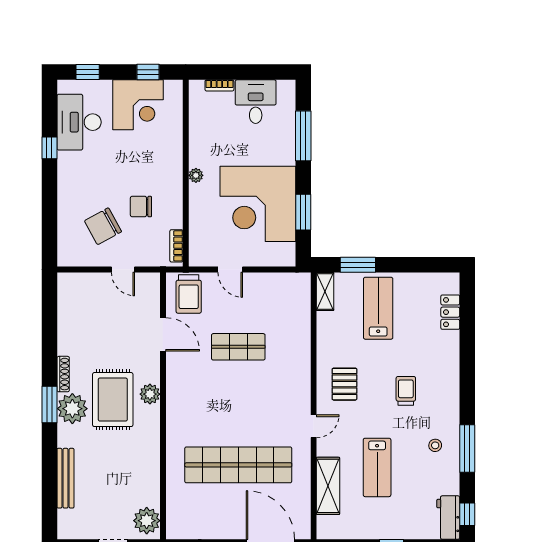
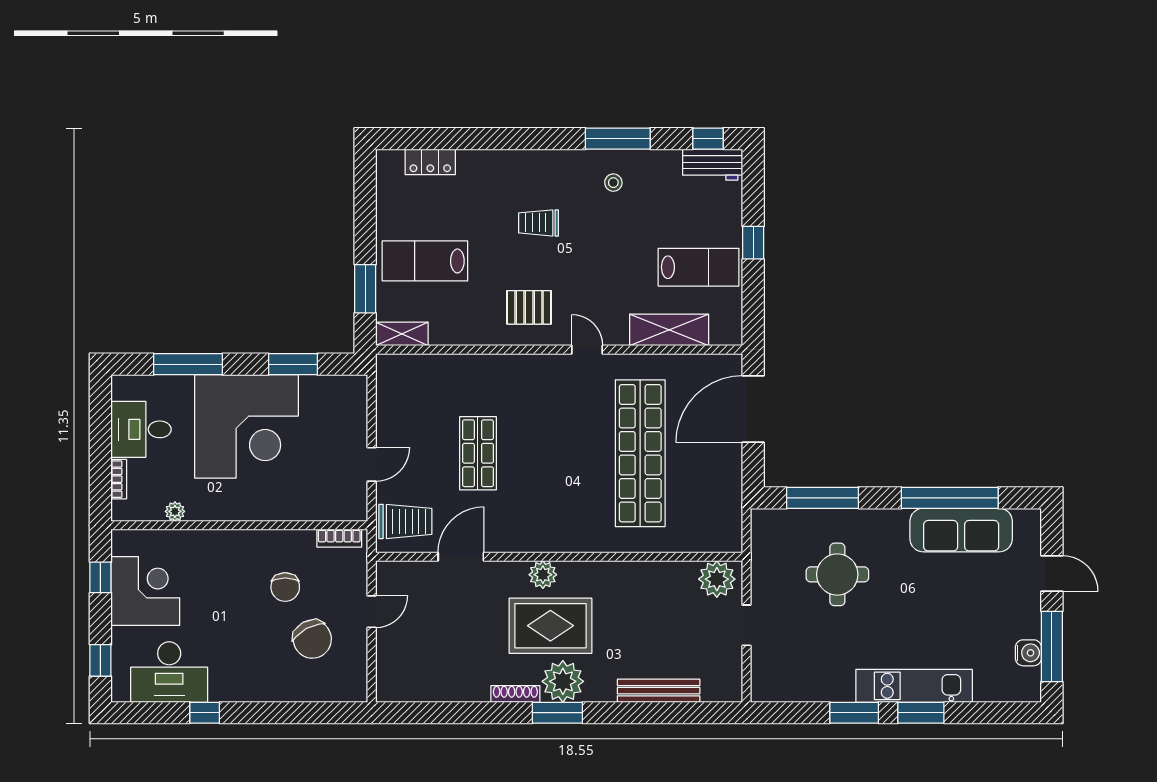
plant: (196, 175) -> (175, 511), moved
corner desk: (258, 204) -> (246, 426), moved
lab bench: (377, 467) -> (699, 267), moved

